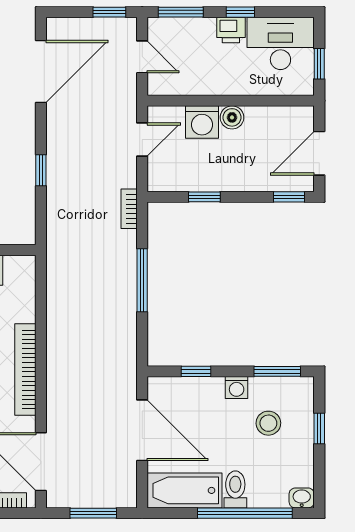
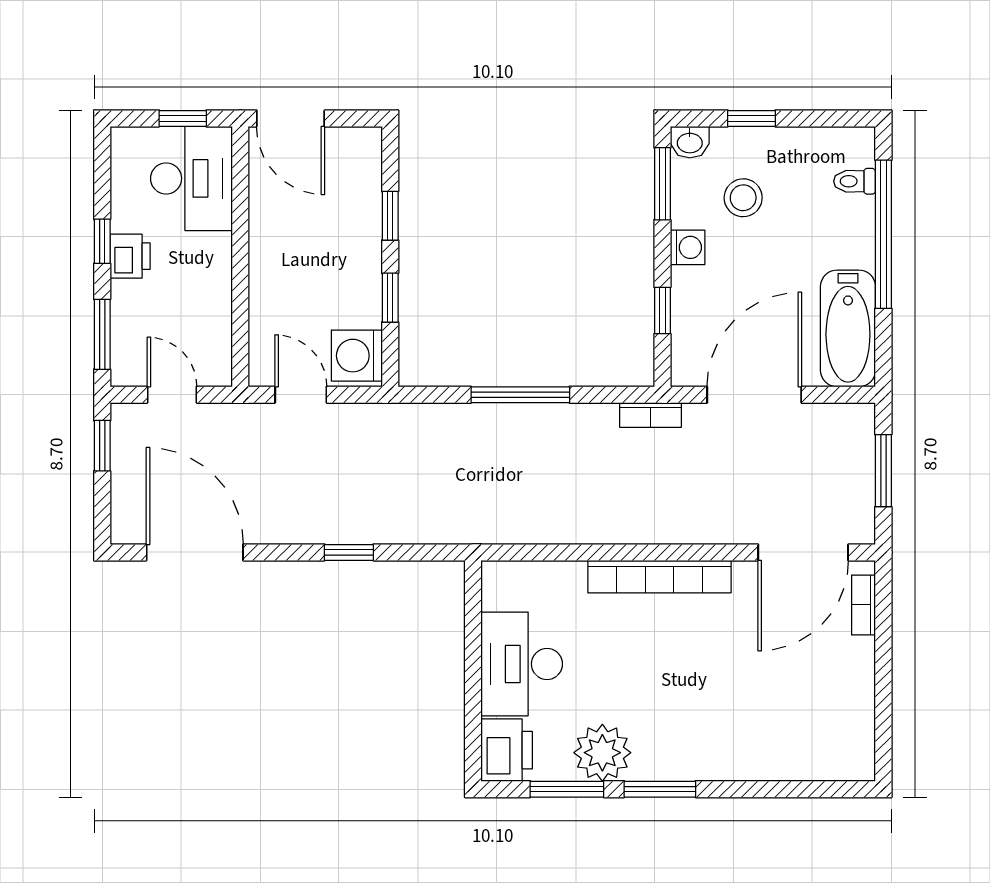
desk: (280, 43) -> (191, 178), moved, turned 180
door: (142, 57) -> (172, 395), hinge flipped
boiler: (232, 117) -> (266, 254), removed
washing machine: (202, 122) -> (357, 356), moved, turned 180
door: (319, 153) -> (291, 118), moved
window: (289, 197) -> (390, 216), moved
bookcase: (129, 209) -> (650, 415), moved
toilet: (235, 489) -> (855, 181), moved, width x0.73, depth x0.72
washbasin: (302, 498) -> (690, 142), moved, turned -90

